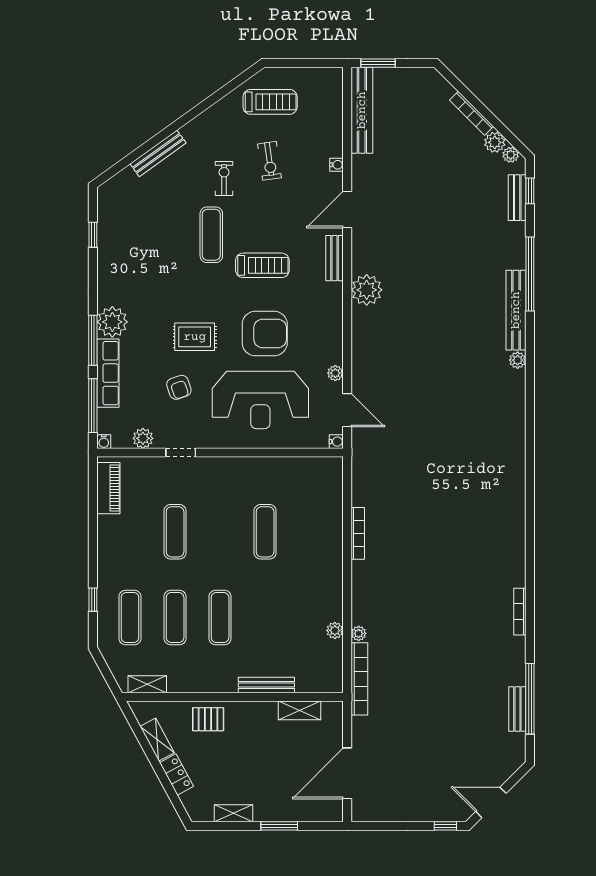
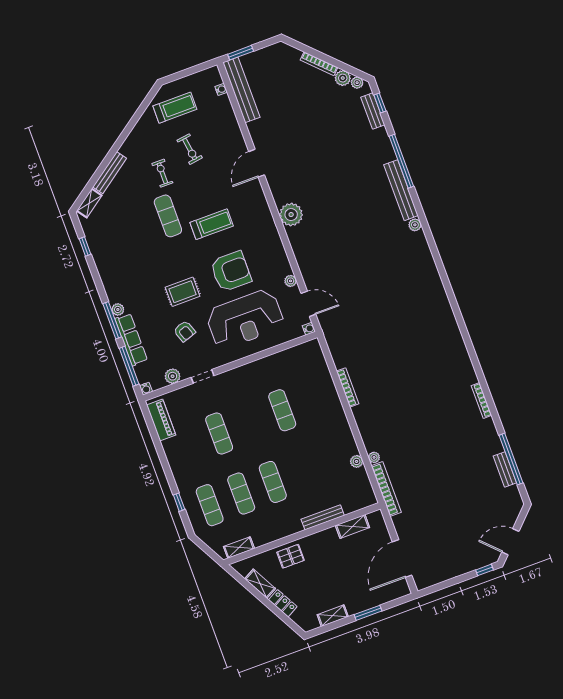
water cooler: (337, 165) -> (221, 89), moved
shelving: (118, 182) -> (89, 203), added
bench: (335, 258) -> (260, 200), removed
plant: (112, 322) -> (118, 309), width x0.53, depth x0.53

